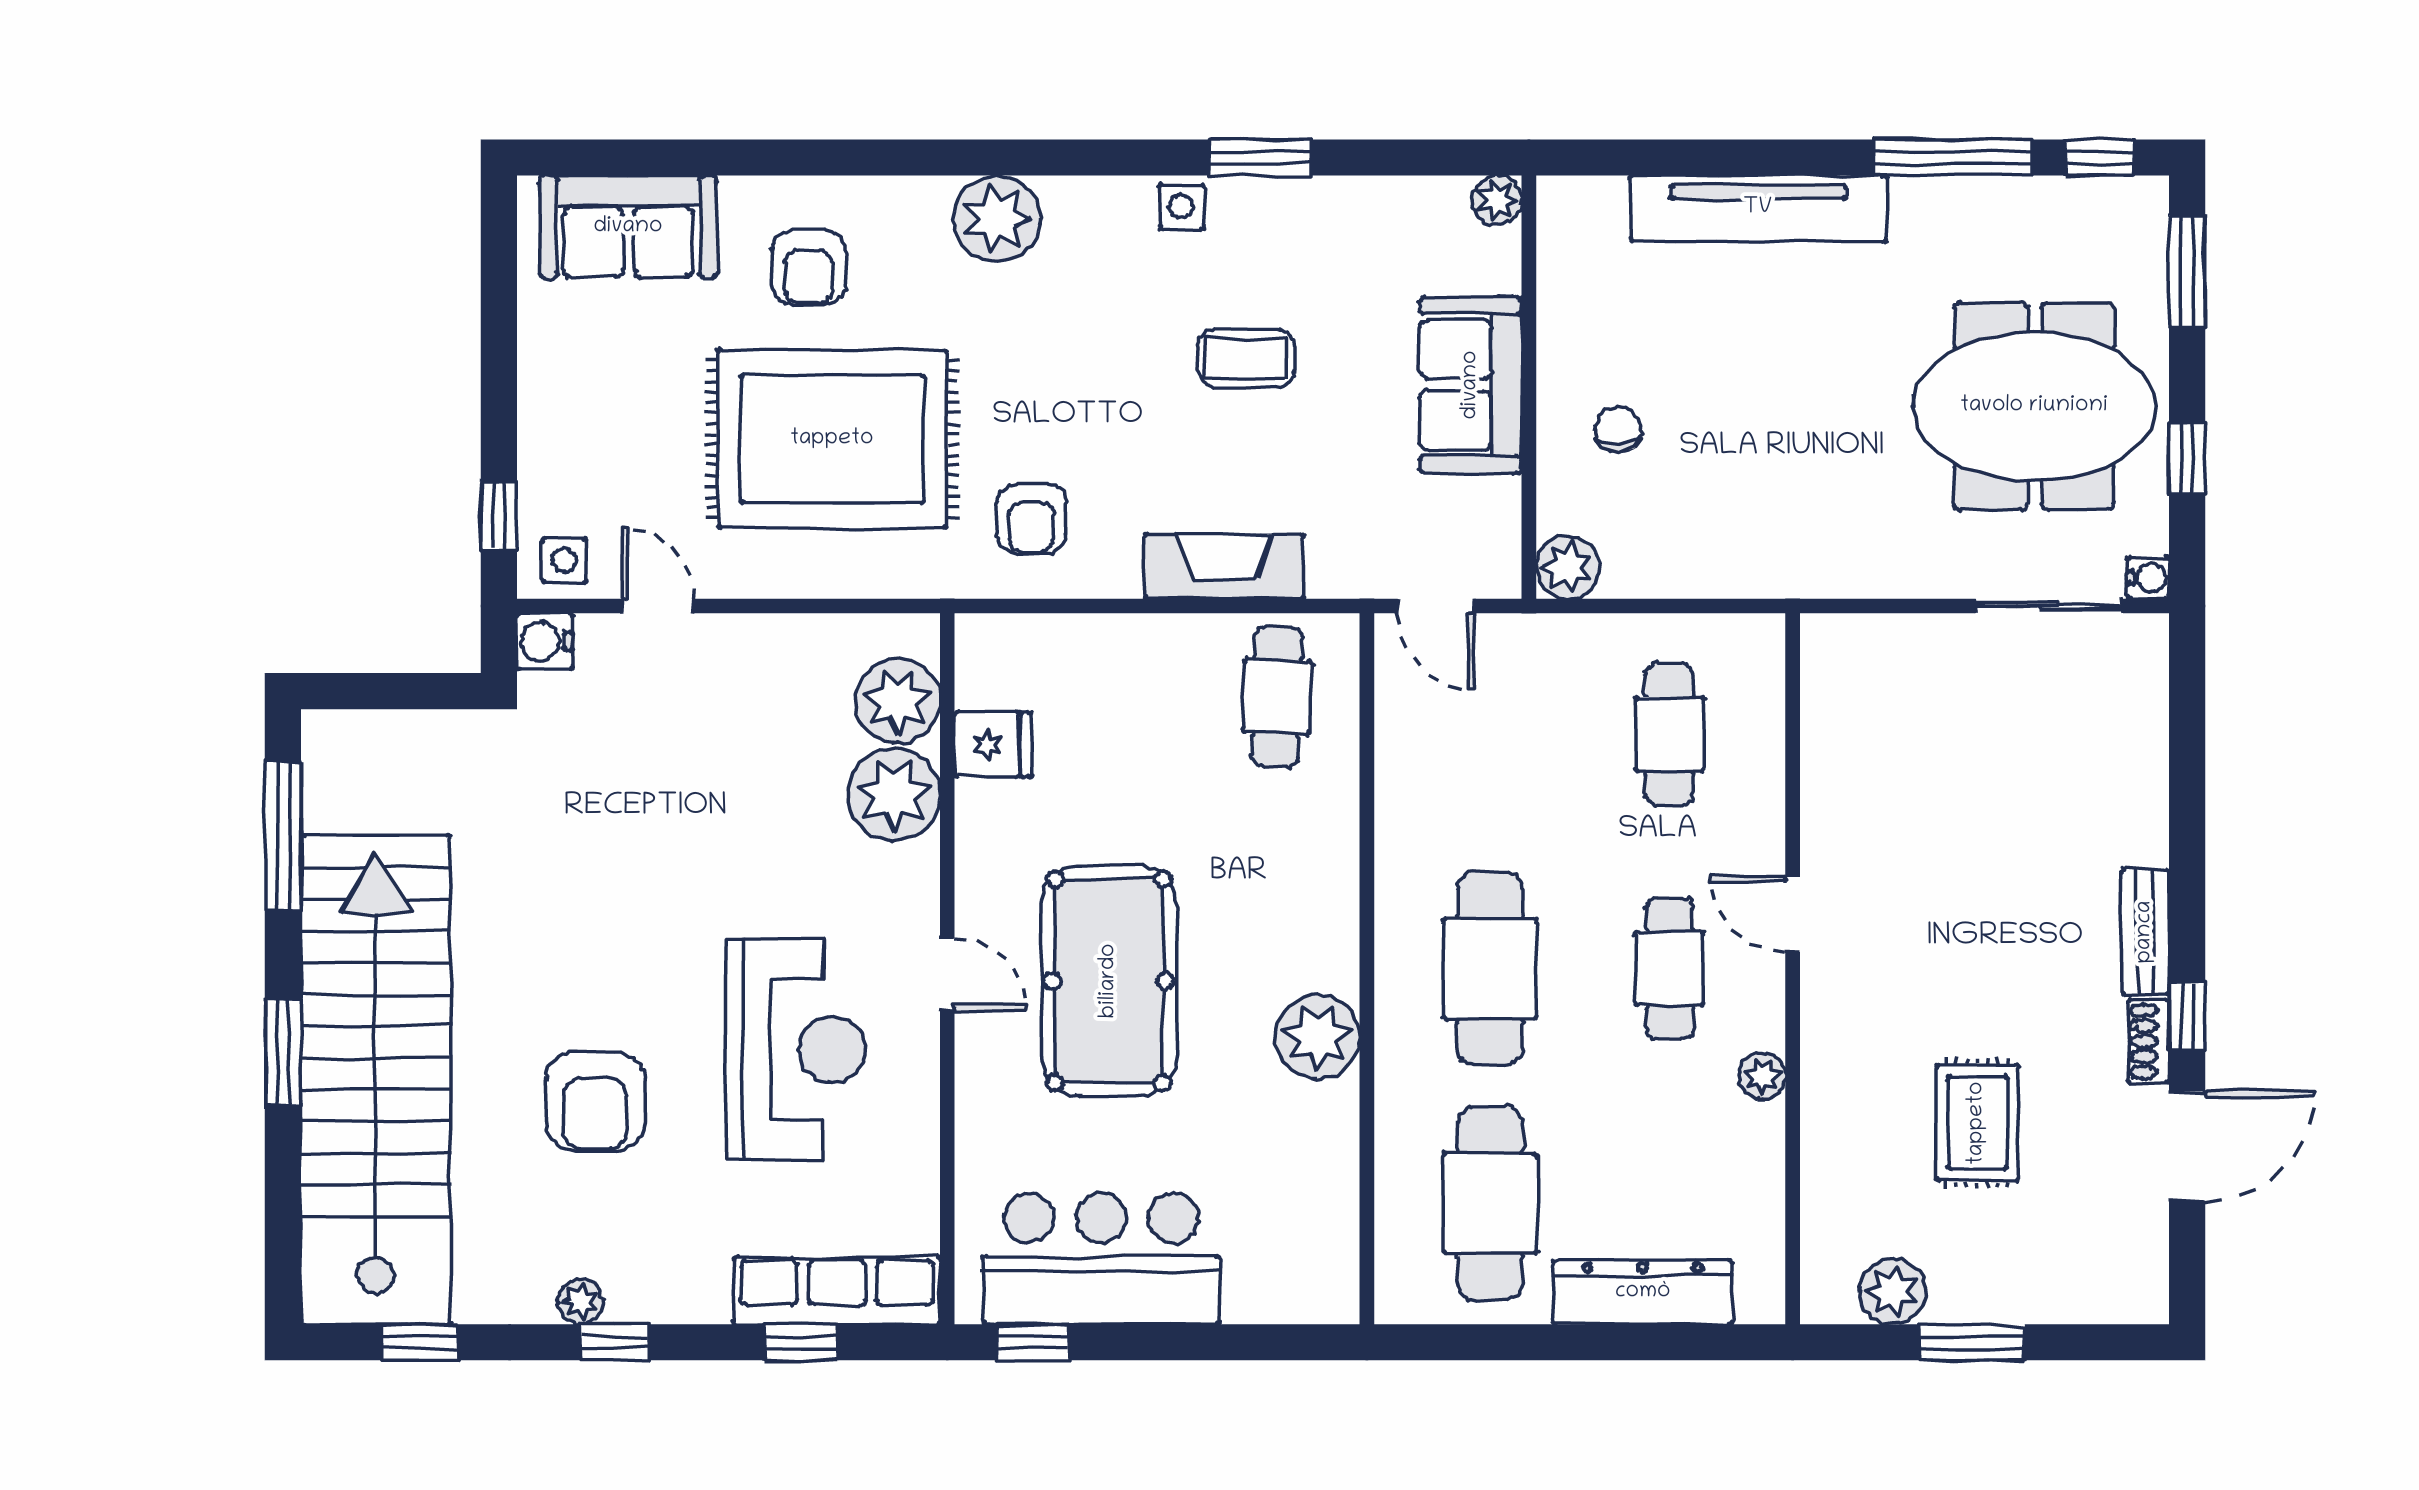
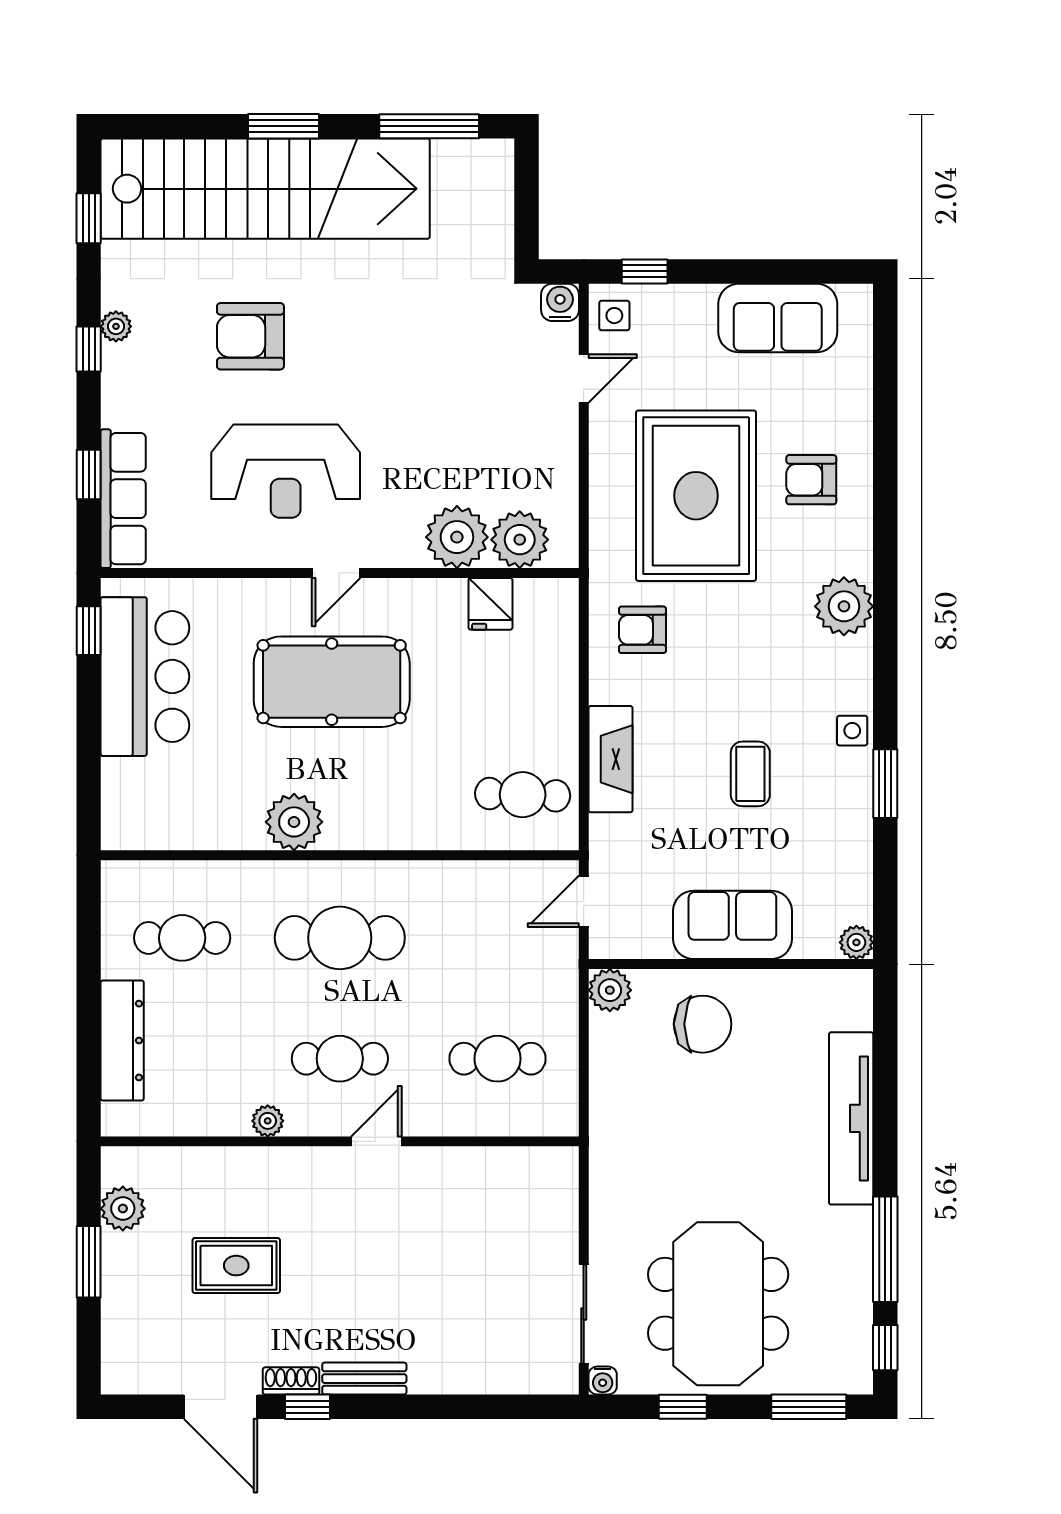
sofa: (628, 227) -> (778, 318), moved, turned -90
chair: (1618, 429) -> (703, 1024), width x1.87, depth x1.87
cafe table: (1490, 1203) -> (182, 938), width x0.73, depth x0.74

